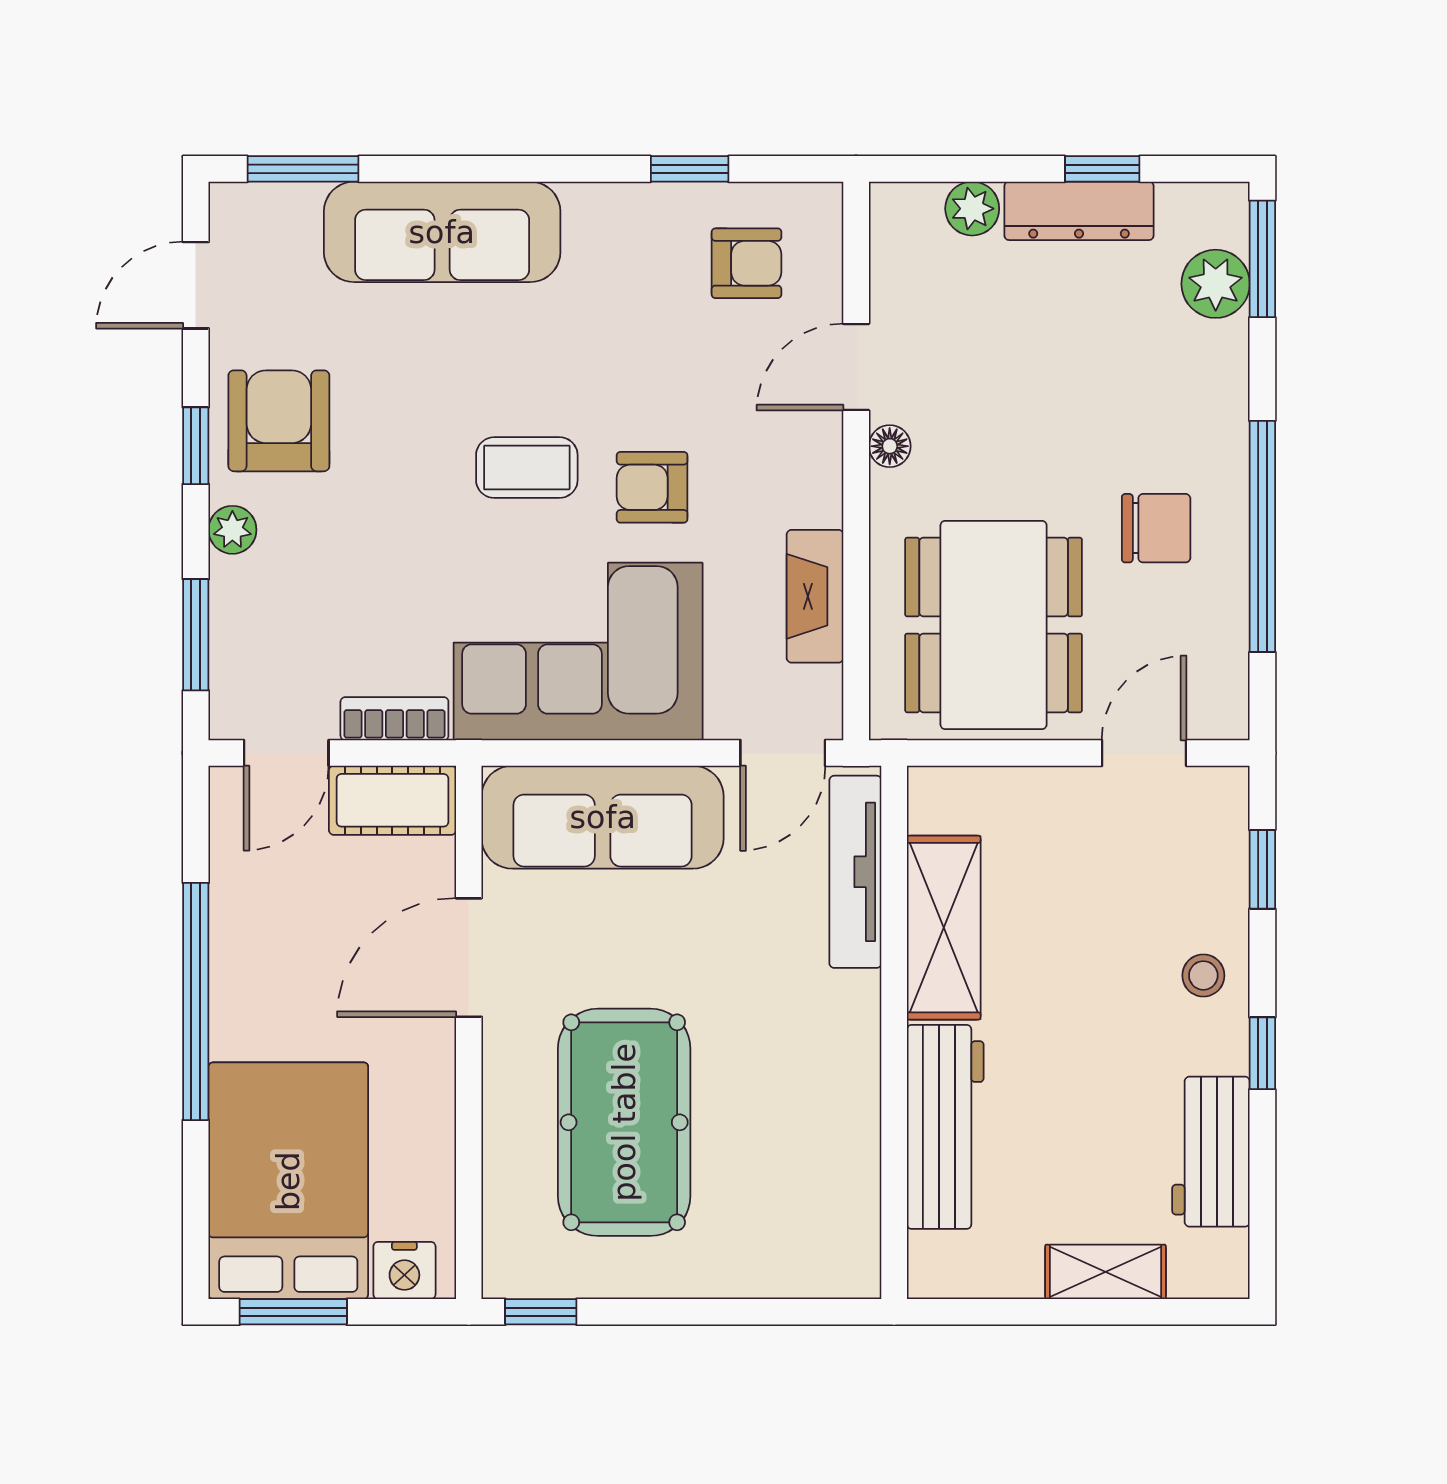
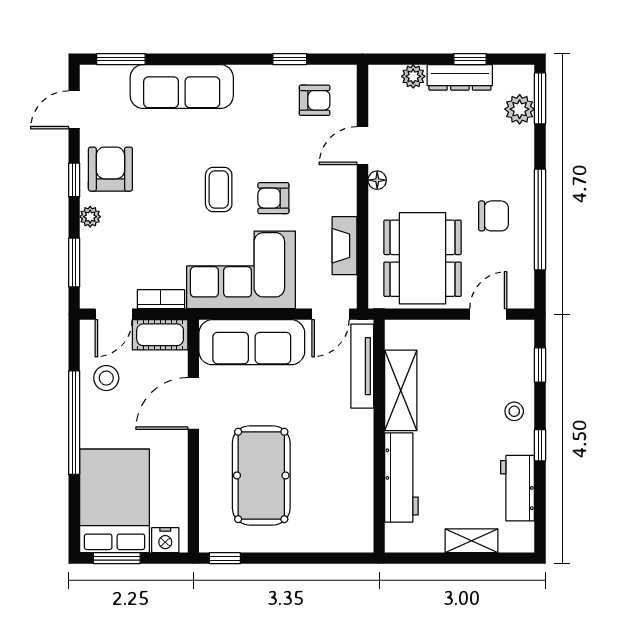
coffee table: (527, 468) -> (219, 190), turned 90
stool: (269, 899) -> (106, 378), added

